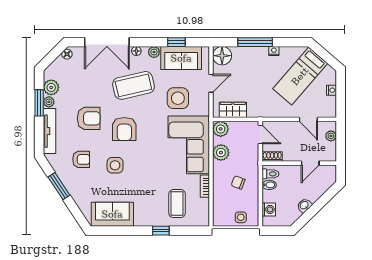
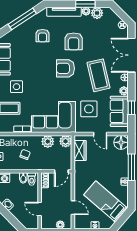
door: (308, 119) -> (73, 208), swing flipped
side table: (115, 165) -> (17, 87), moved
window: (59, 186) -> (22, 19), width x1.44

